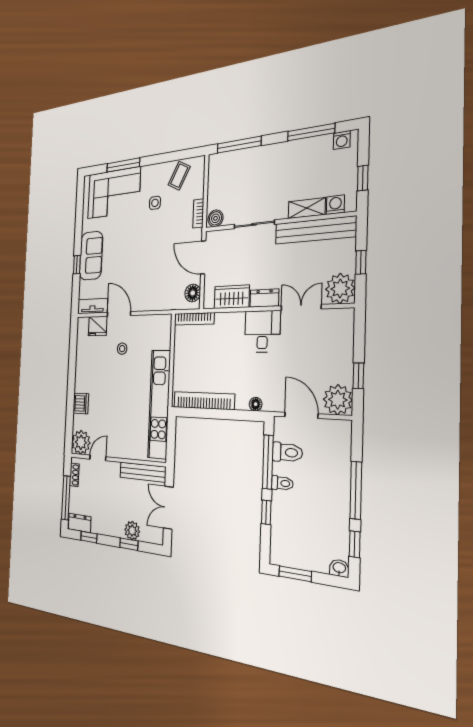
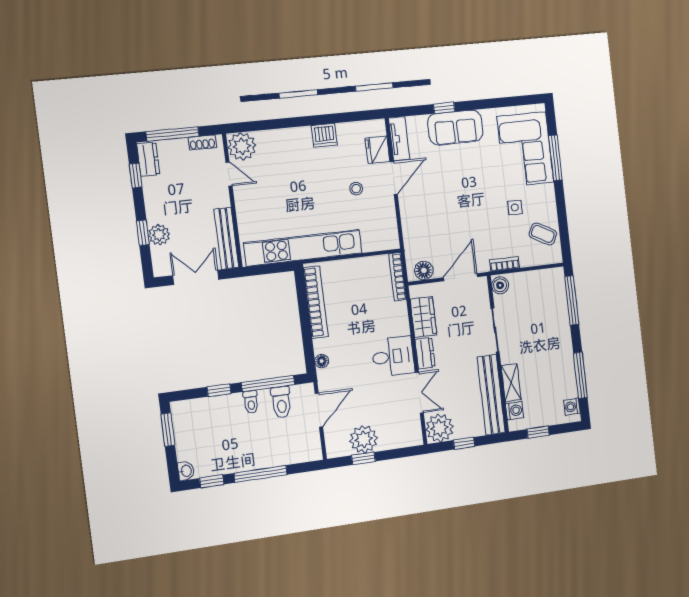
plant: (338, 400) -> (364, 439), moved
dishwasher: (81, 403) -> (324, 135), moved

